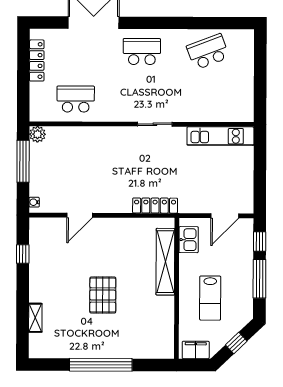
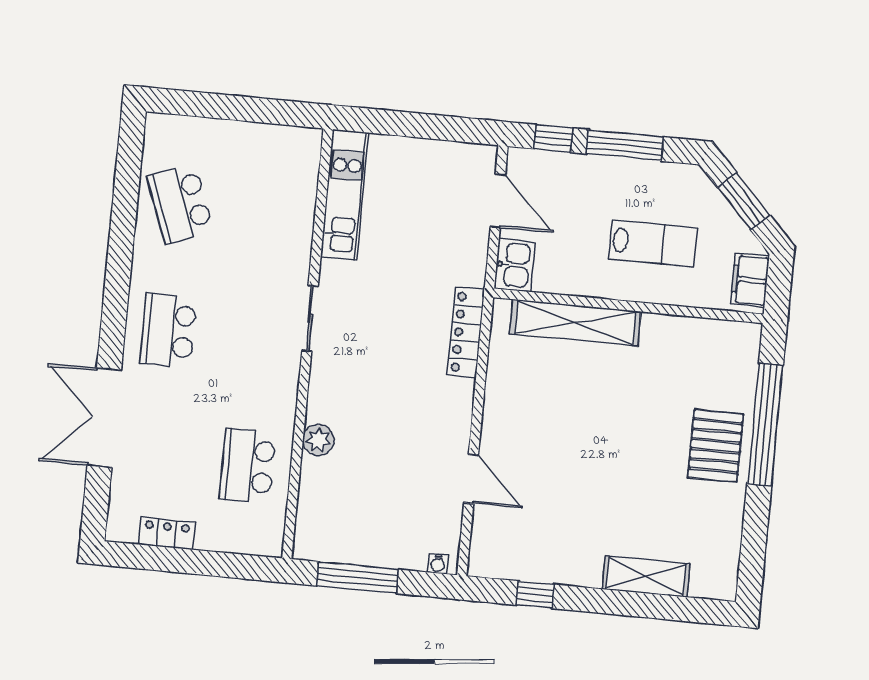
locker: (37, 60) -> (167, 533), width x0.66
plant: (38, 134) -> (318, 440), moved
kitchen sink: (189, 240) -> (515, 265), moved, turned 90
pallet: (103, 295) -> (716, 446), moved, turned 90
shelving: (35, 318) -> (646, 576), width x1.50, depth x1.33
window: (236, 343) -> (744, 201), width x1.50
window: (101, 365) -> (765, 425), moved

